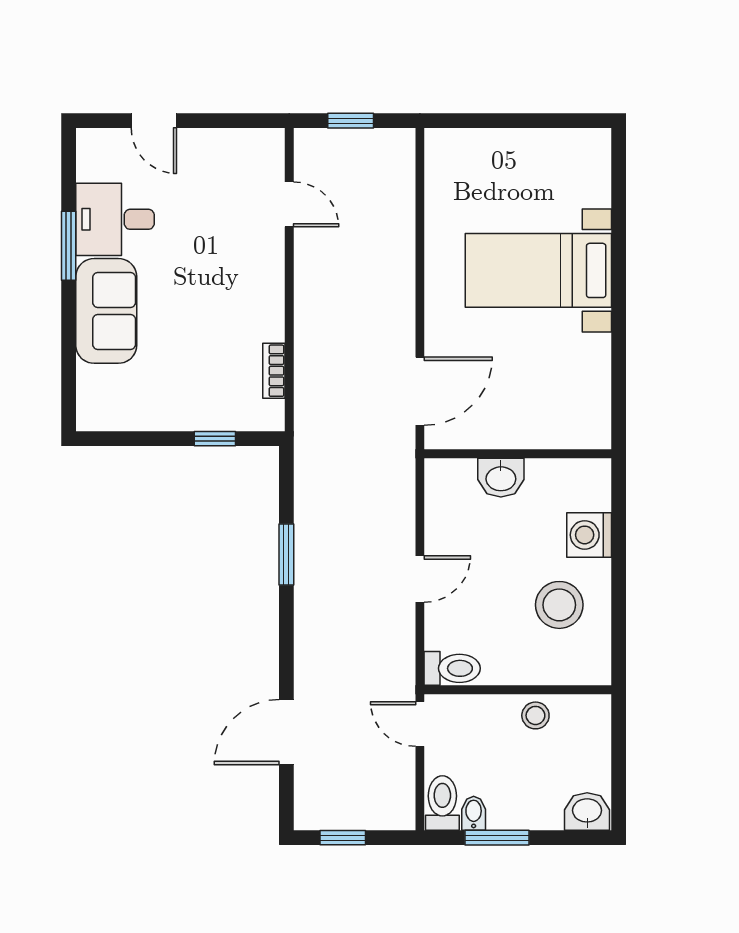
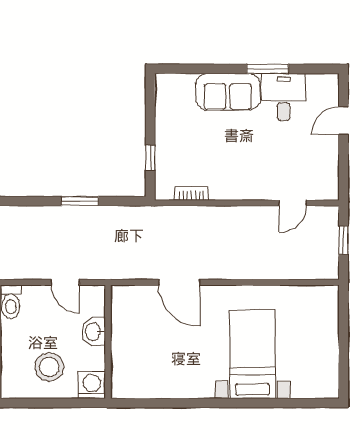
wall: (518, 454) -> (108, 342), moved
washbasin: (501, 478) -> (94, 332), moved

